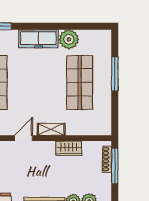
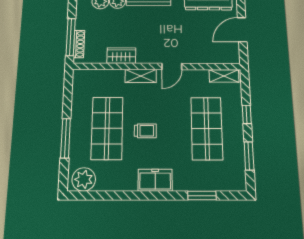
freezer: (38, 39) -> (155, 180), width x0.71
plant: (69, 39) -> (84, 179), moved
trolley: (47, 80) -> (145, 131), added

